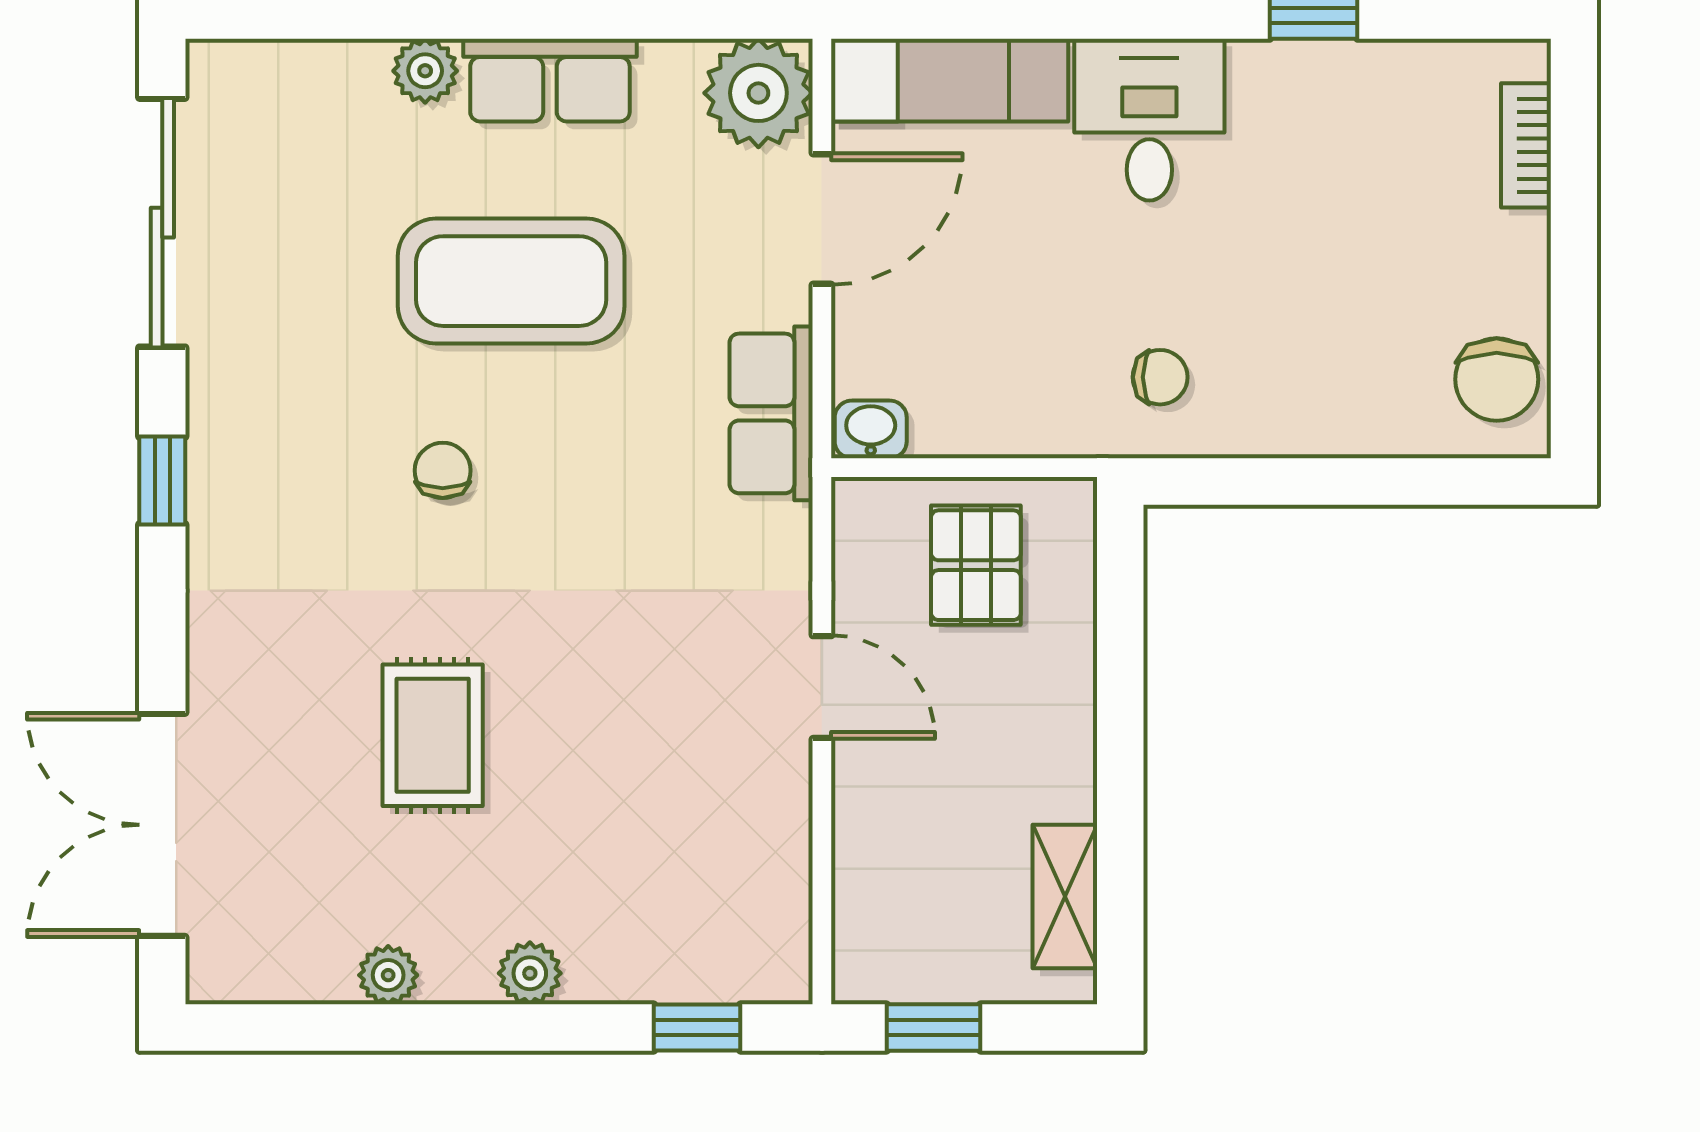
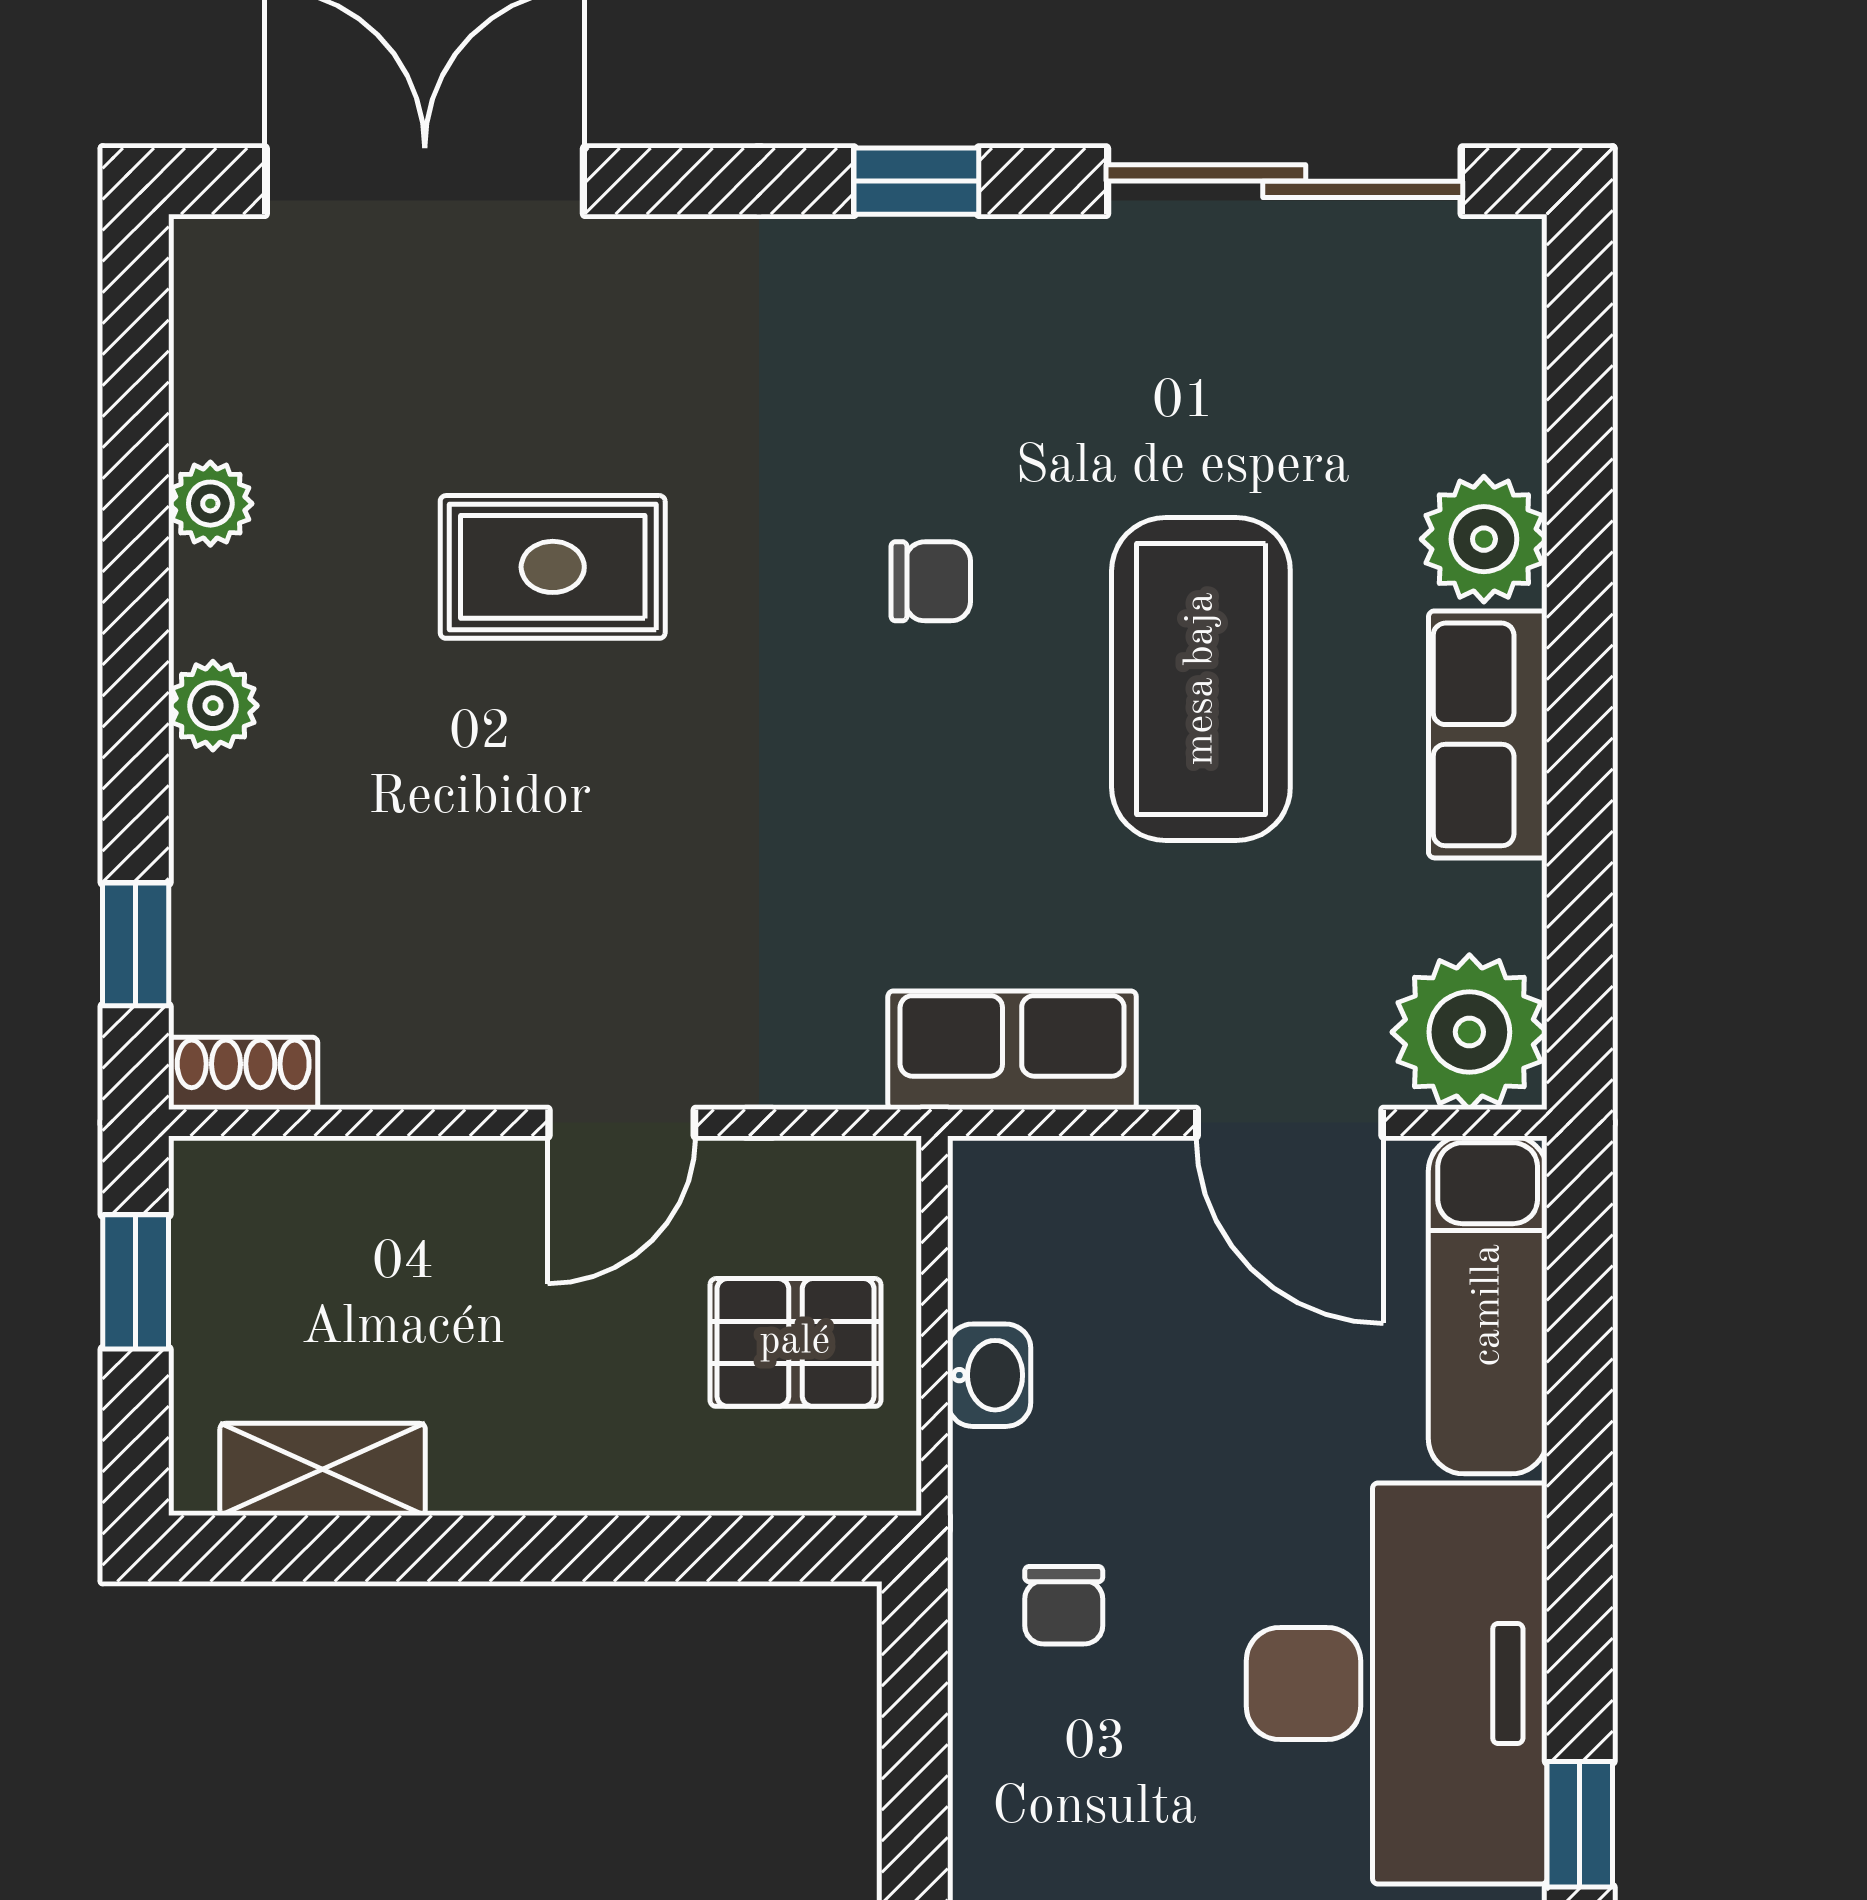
plant: (425, 71) -> (1484, 539), width x1.38, depth x1.38
desk: (1149, 120) -> (1397, 1683), width x1.87, depth x1.30
washbasin: (871, 429) -> (989, 1375), moved
shoe rack: (787, 952) -> (243, 1073), added

